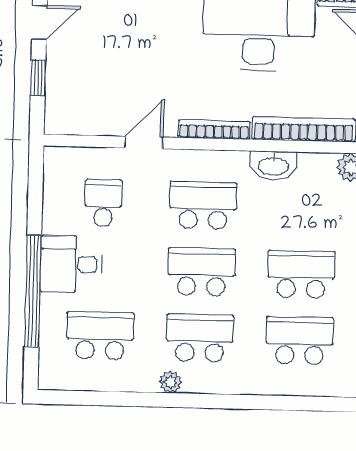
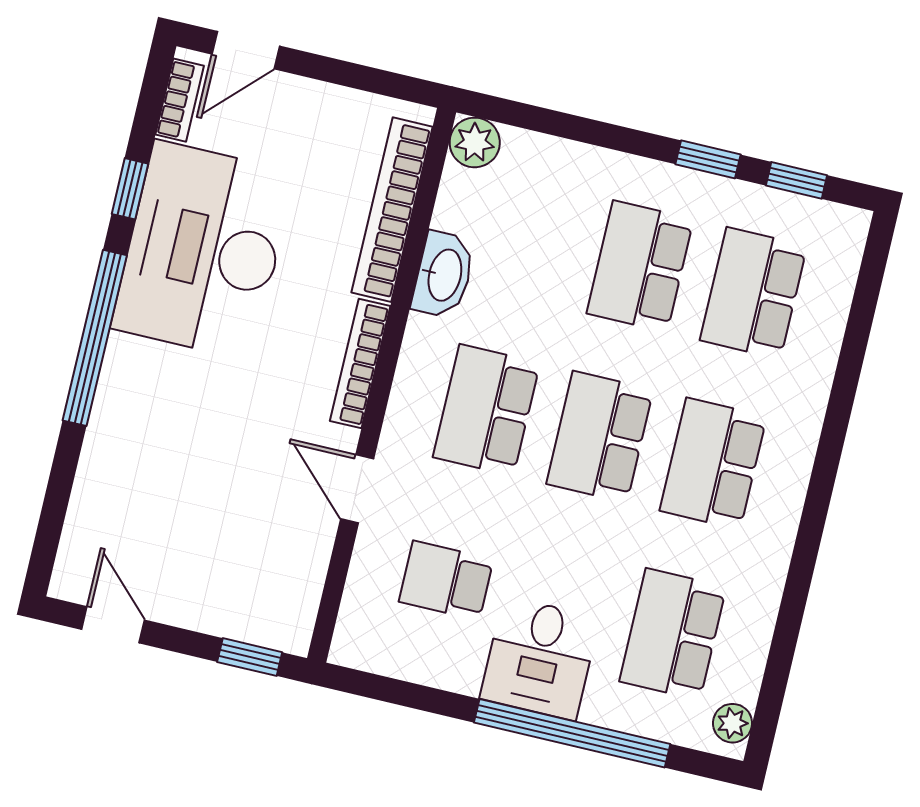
window: (38, 78) -> (250, 657), moved
plant: (170, 382) -> (732, 723), moved

